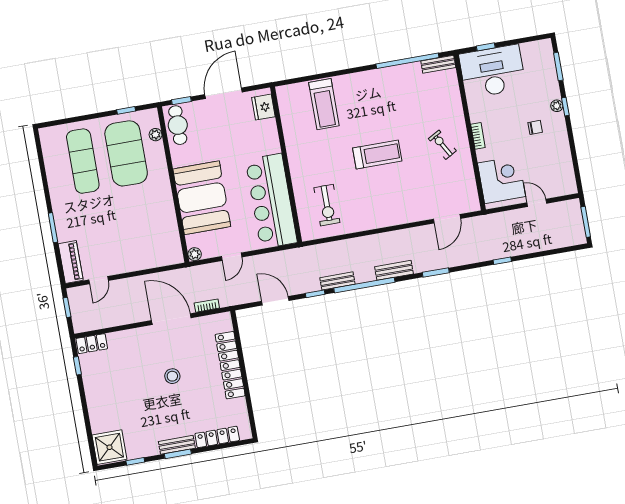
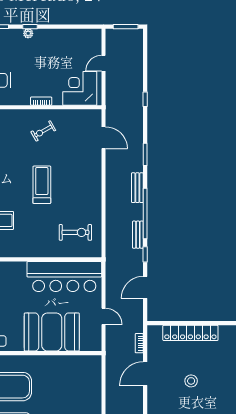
chair: (535, 127) -> (43, 54), removed
plant: (195, 254) -> (96, 346), removed
door: (171, 319) -> (145, 374), width x0.73

